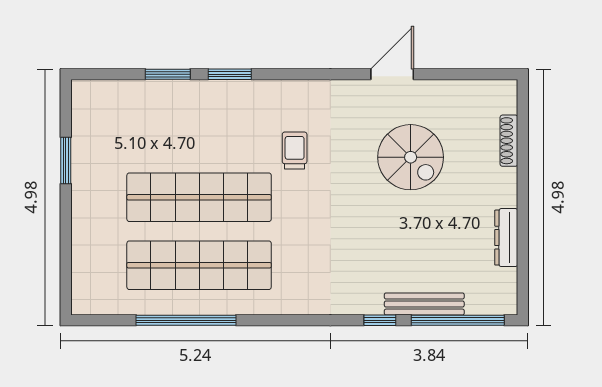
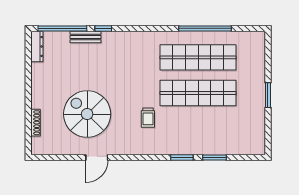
spiral stairs: (411, 157) -> (87, 114), width x1.37, depth x1.37
window: (66, 160) -> (268, 95), moved
dresser: (506, 238) -> (37, 46), moved
bench: (424, 304) -> (85, 37), width x0.73

